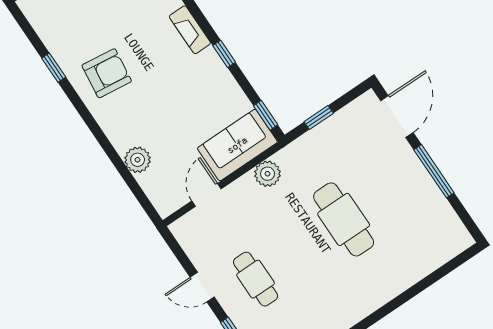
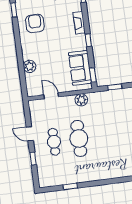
armchair: (107, 73) -> (35, 23), turned -97
sofa: (237, 145) -> (80, 68), moved, turned -90
door: (206, 195) -> (51, 96), hinge flipped
cafe table: (344, 219) -> (79, 138), moved

